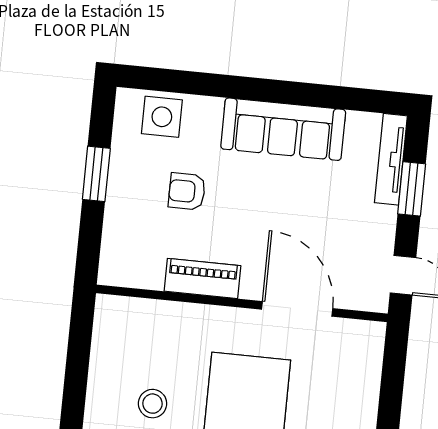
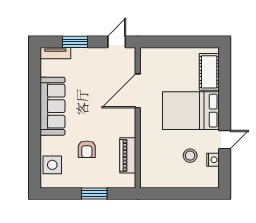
tv unit: (391, 159) -> (55, 53), width x0.71
window: (96, 174) -> (94, 193), moved
piano: (203, 278) -> (128, 155), moved

